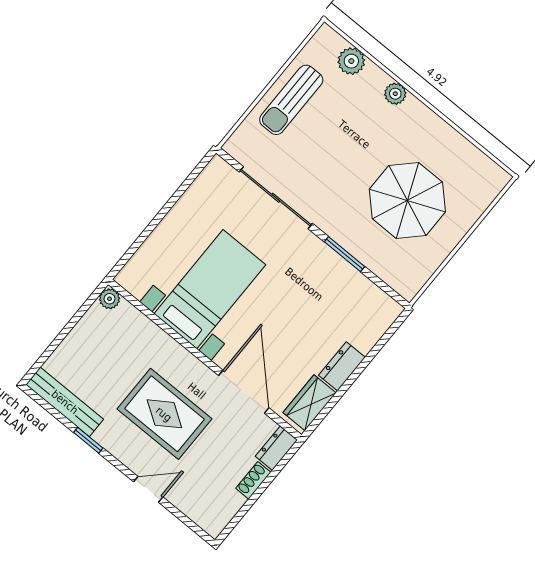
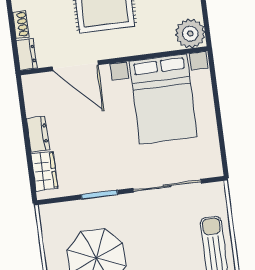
bed with nightstands: (210, 289) -> (163, 99), width x1.36
plant: (110, 299) -> (190, 34), width x1.87, depth x1.87
wardrobe: (310, 403) -> (44, 171), moved

